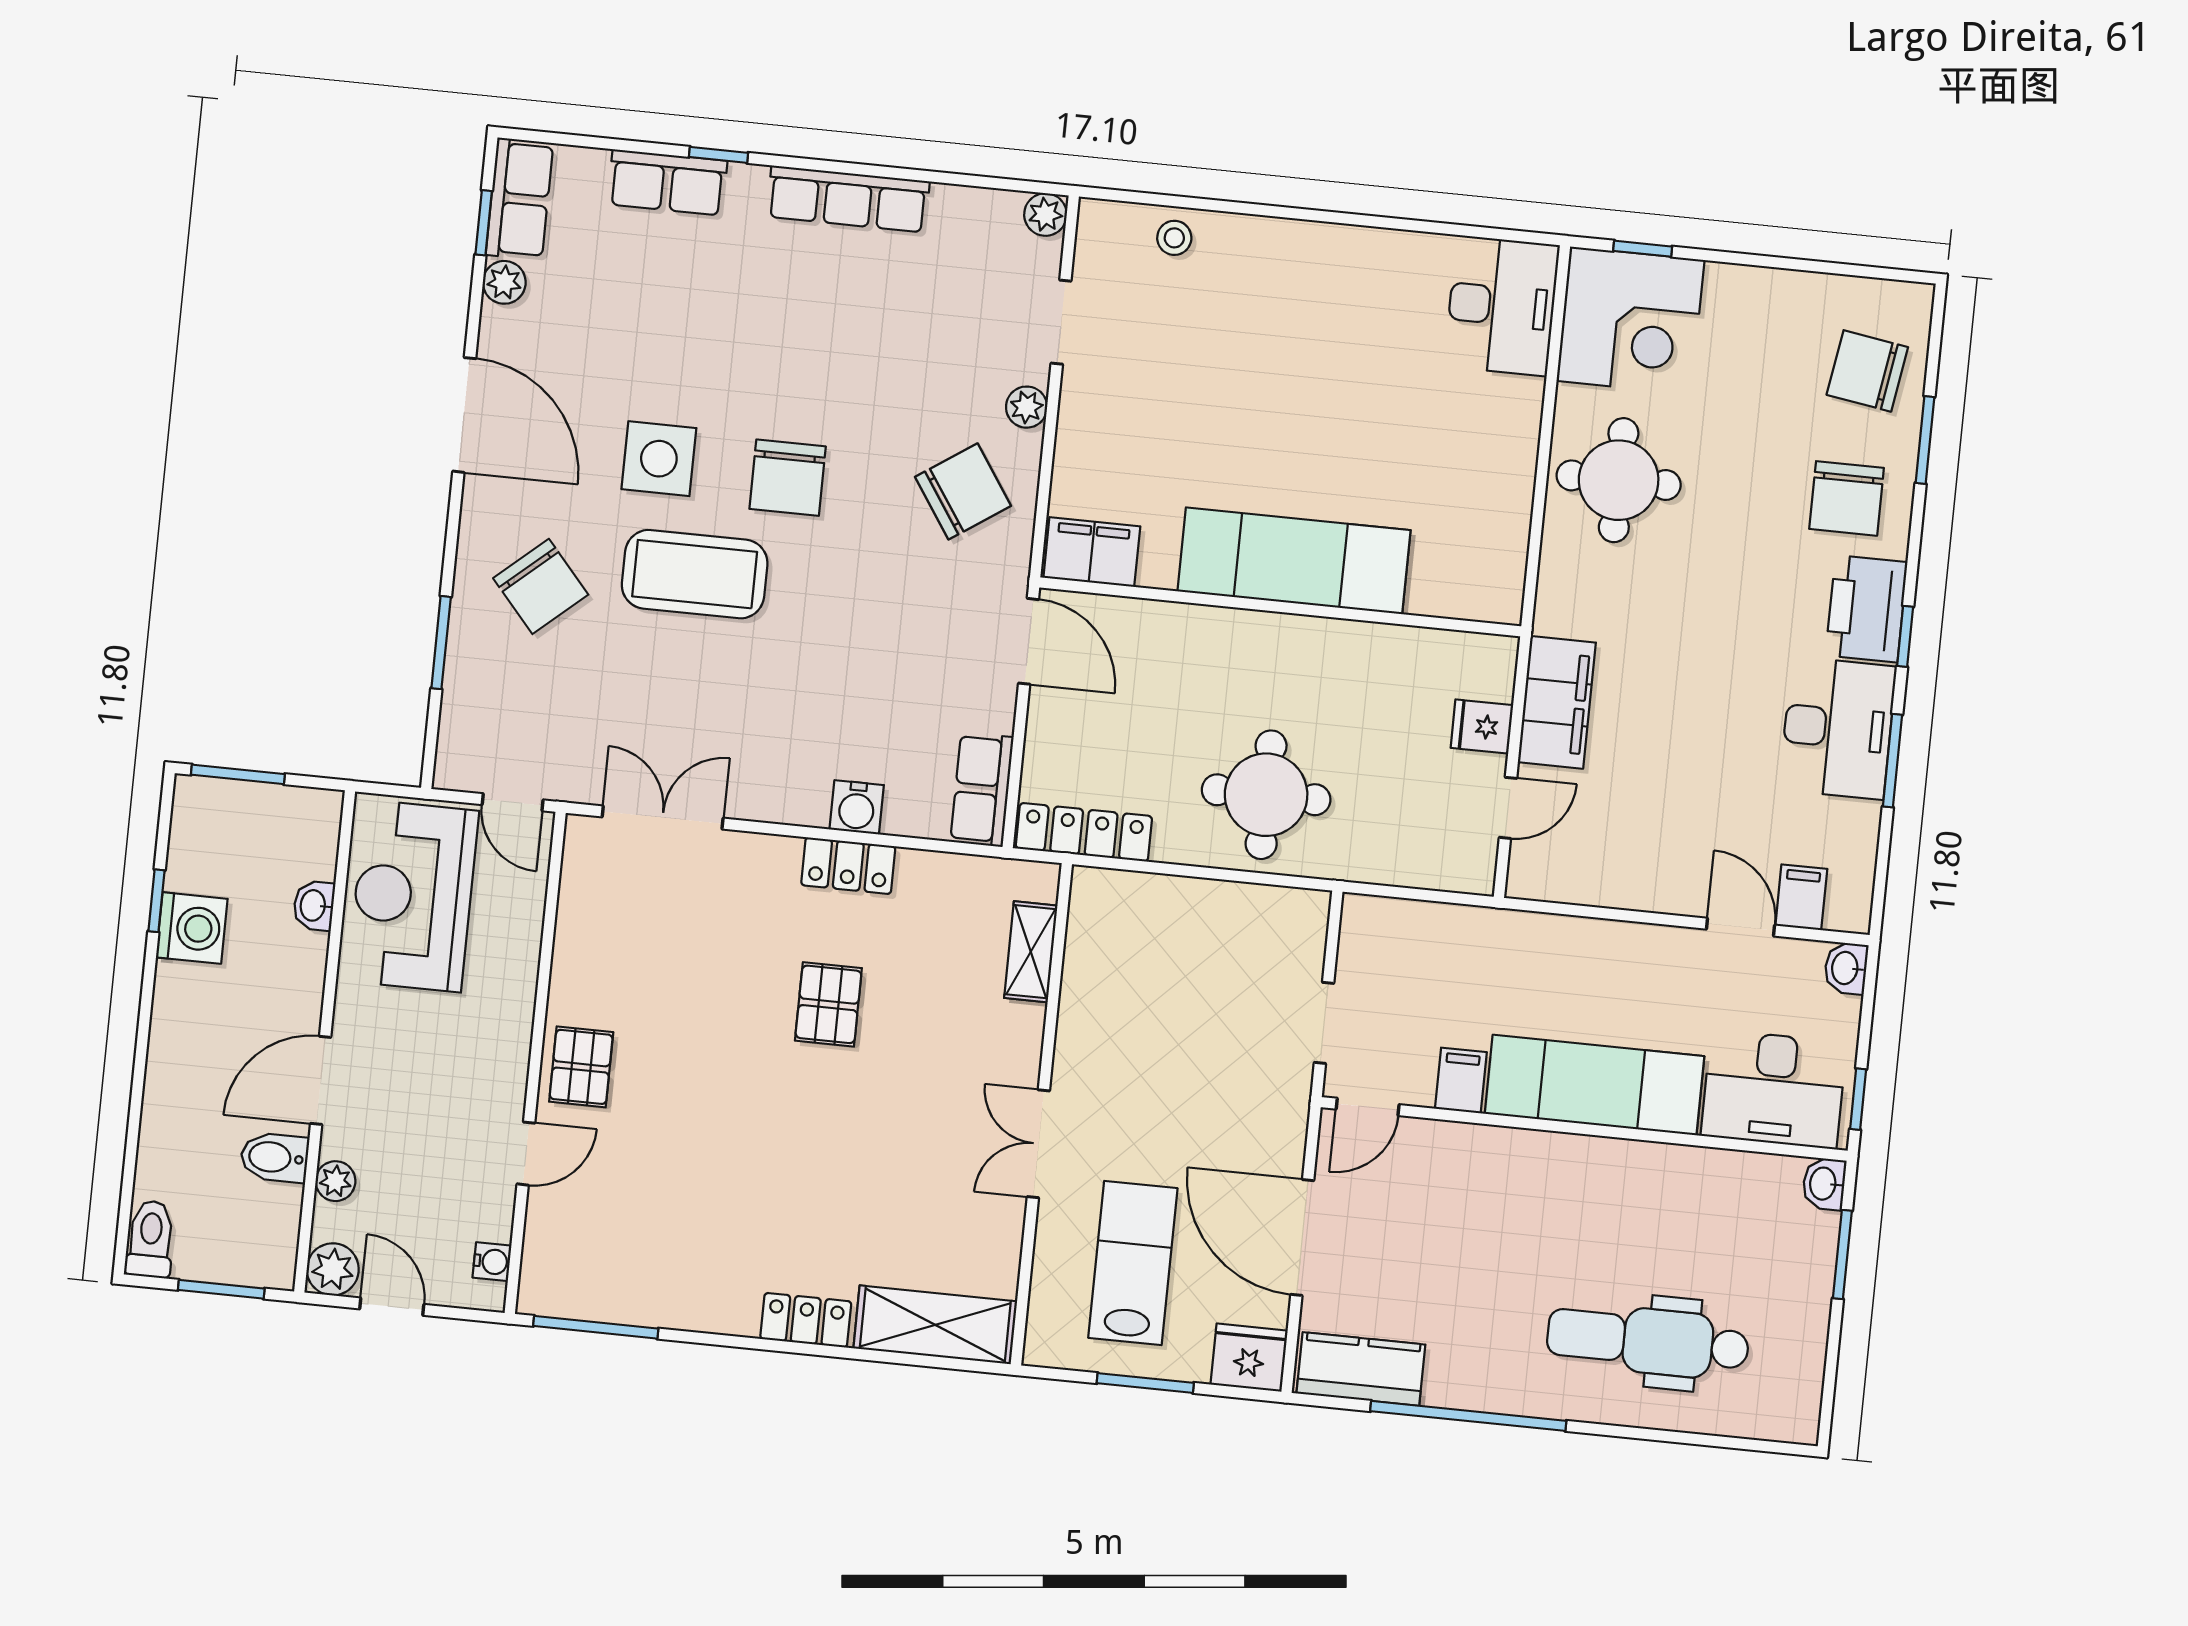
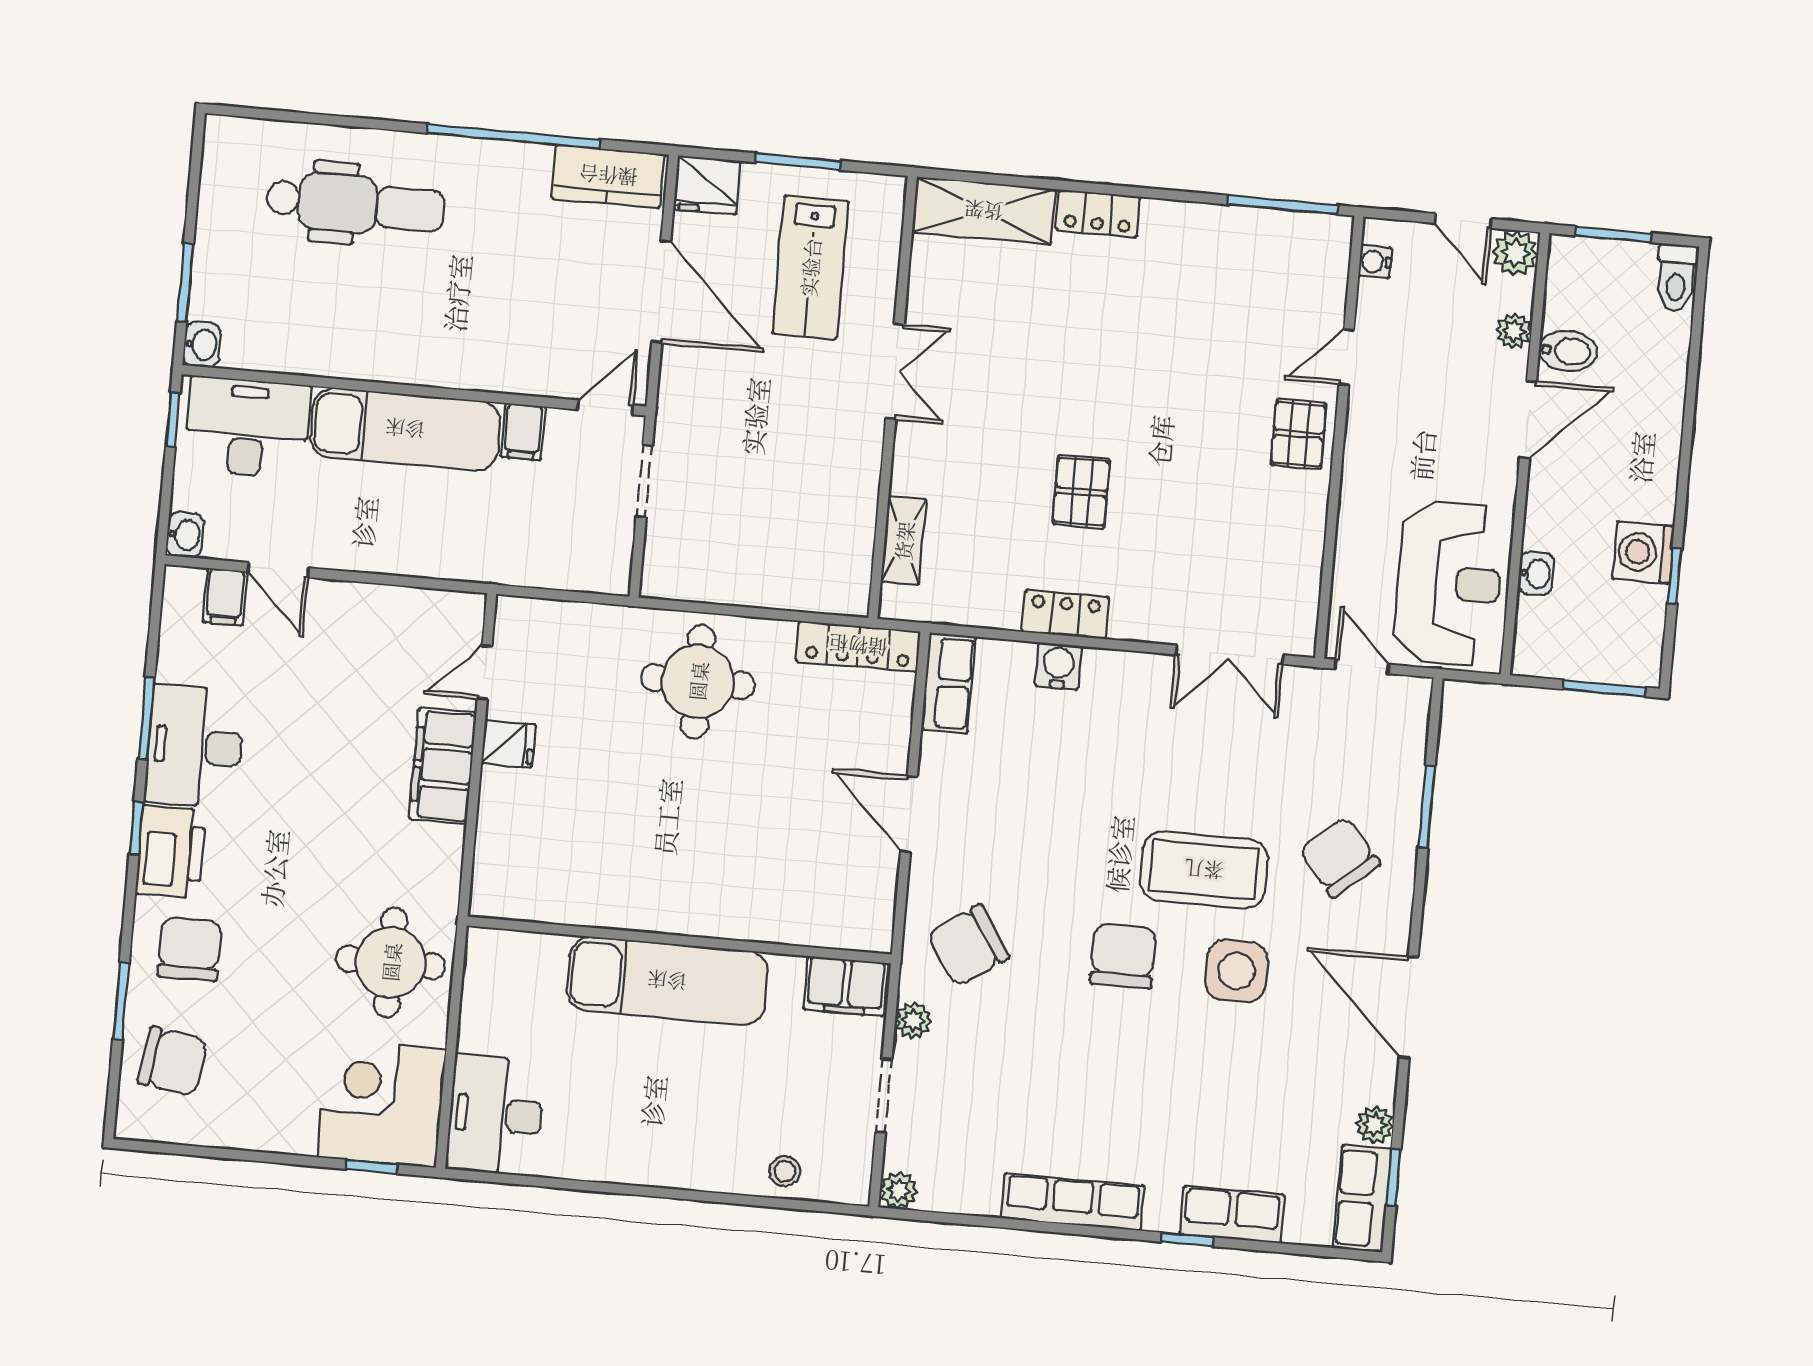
filing cabinet: (1092, 552) -> (846, 986), moved
exam couch: (1294, 561) -> (667, 981), moved
wall: (1280, 607) -> (679, 940), moved

